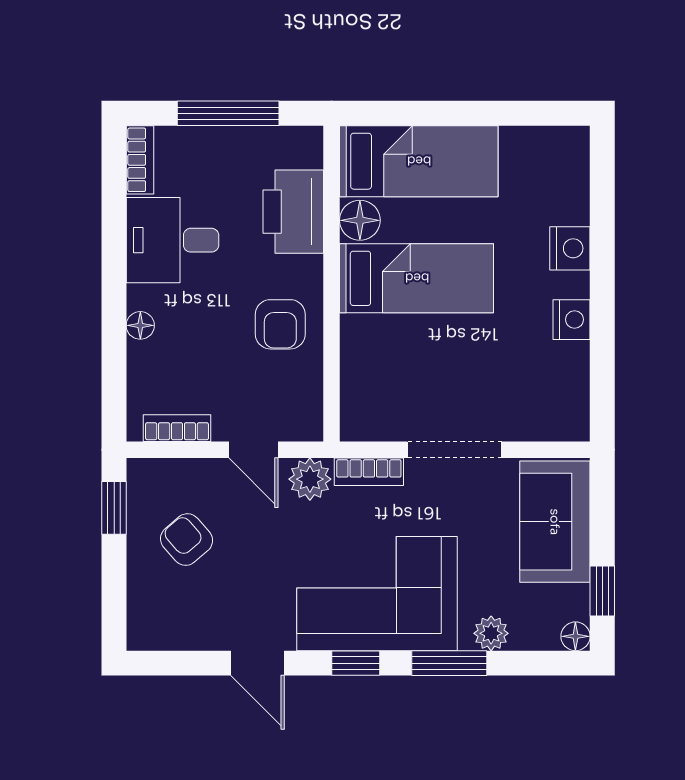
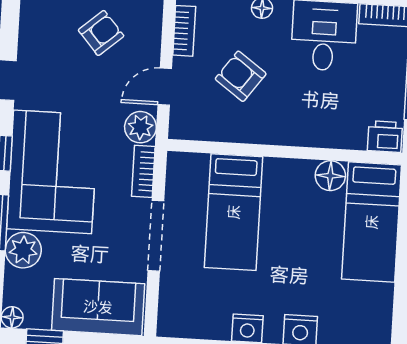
printer: (293, 212) -> (385, 137), moved, width x0.53, depth x0.68
bed: (417, 278) -> (234, 212), moved
armchair: (280, 324) -> (241, 76), moved, turned 36
plant: (491, 633) -> (23, 250), width x1.38, depth x1.38

